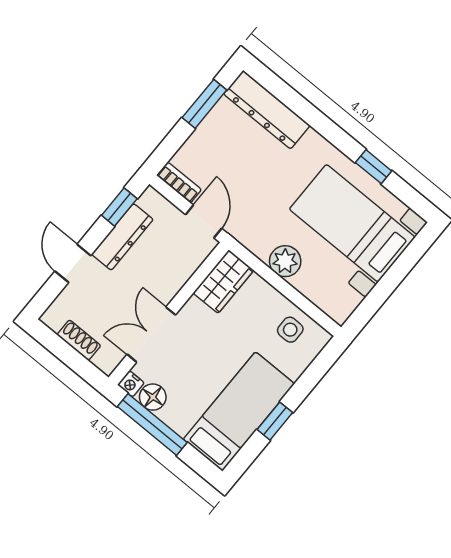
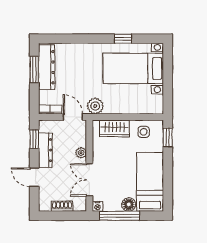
dresser: (267, 110) -> (47, 67), moved, turned -90
plant: (285, 261) -> (95, 106), moved
wardrobe: (223, 282) -> (114, 128), moved, turned 90
plant: (172, 284) -> (81, 153), added
floor lamp: (153, 397) -> (129, 204), moved
window: (275, 421) -> (168, 137), moved

